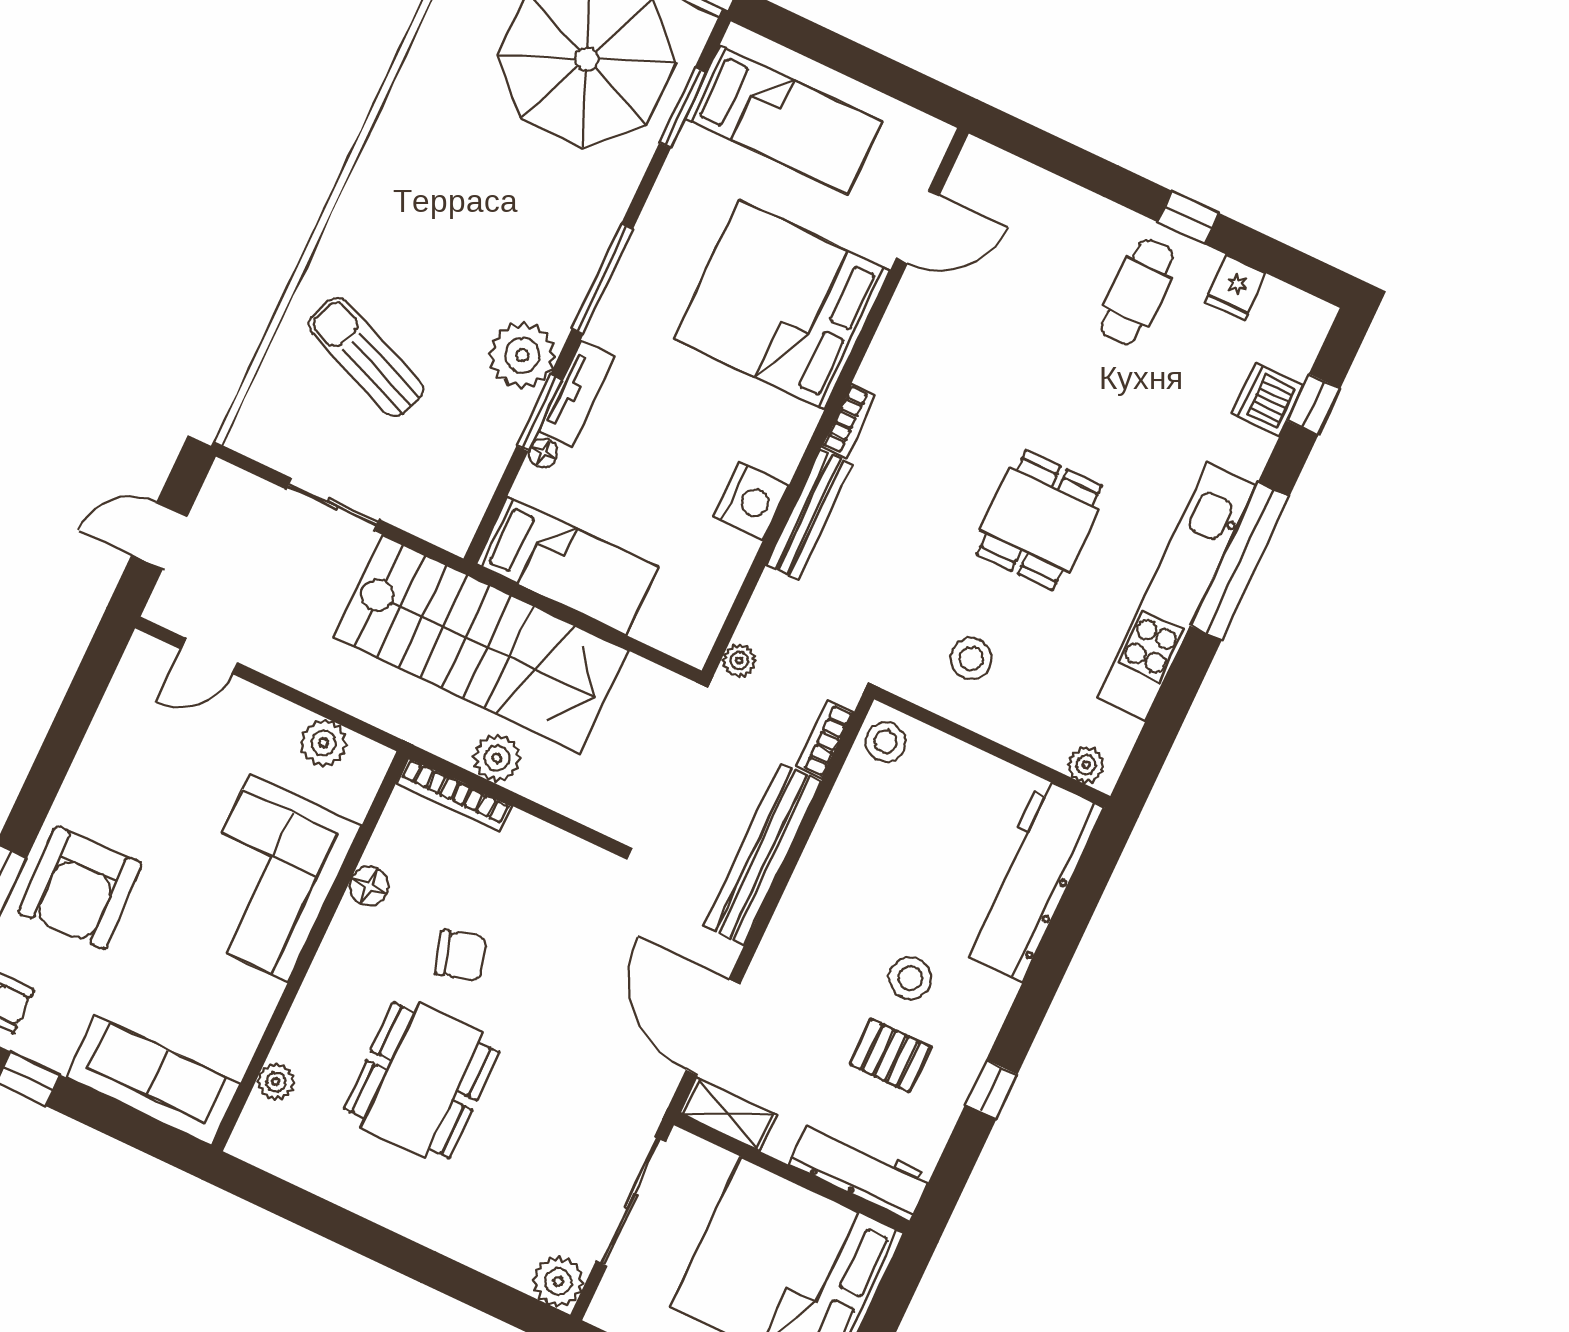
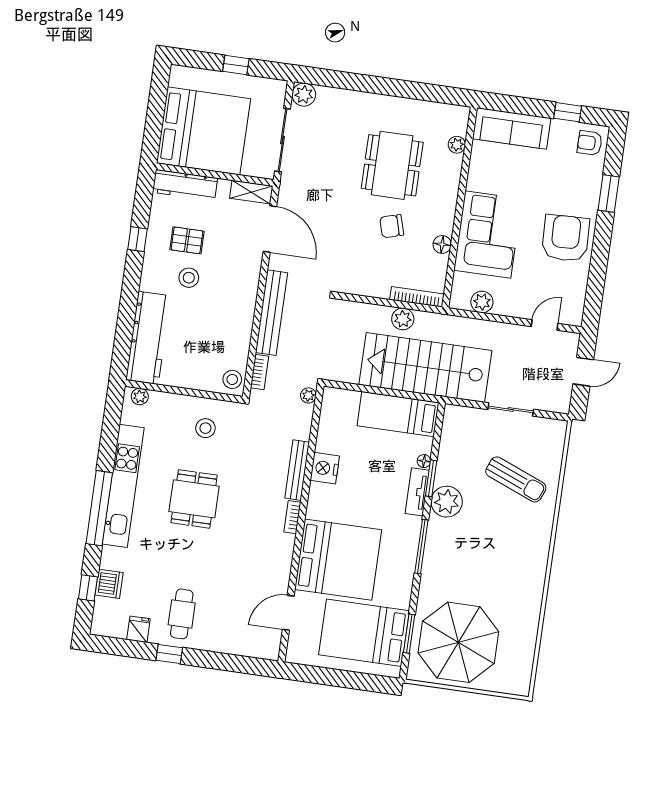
bed: (783, 120) -> (364, 633), width x1.50
armchair: (80, 888) -> (566, 238), moved

